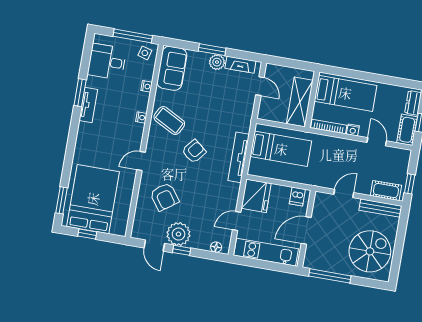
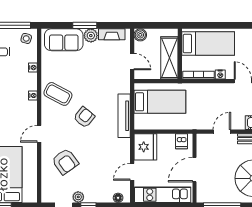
sofa: (172, 68) -> (64, 40), moved, turned 90
boiler: (272, 71) -> (140, 35), added
door: (260, 86) -> (132, 62), moved
plant: (178, 234) -> (78, 197), width x0.53, depth x0.53

